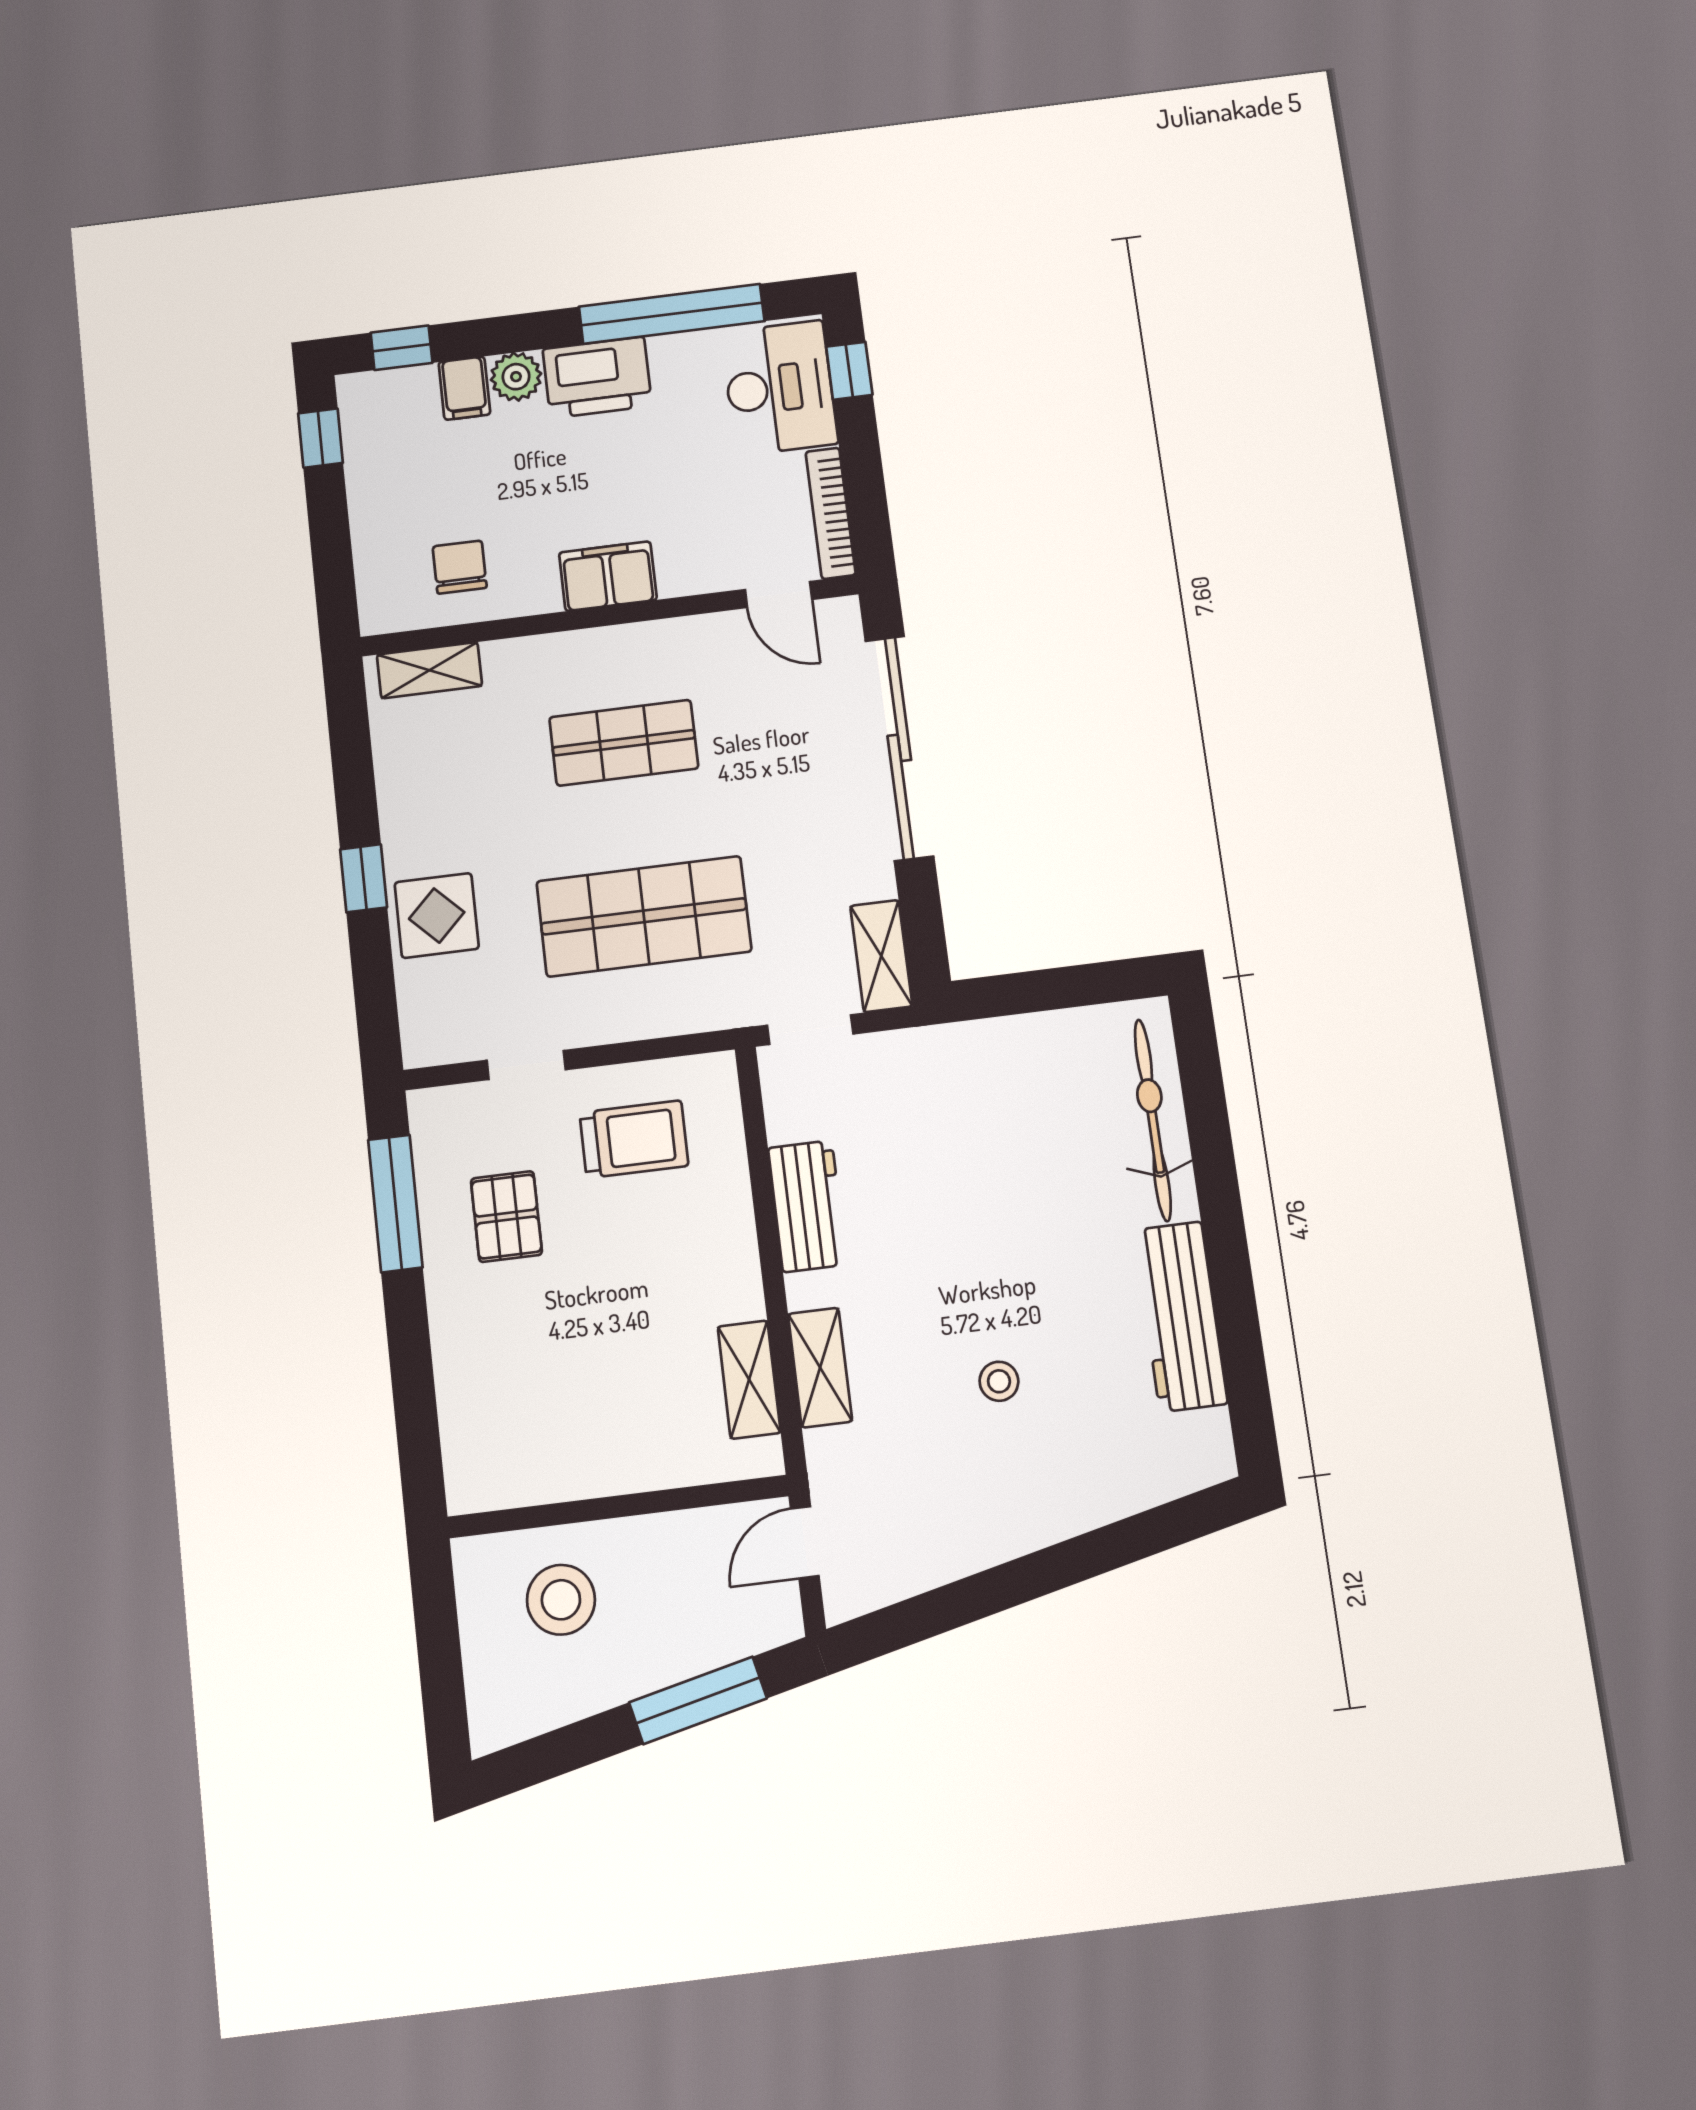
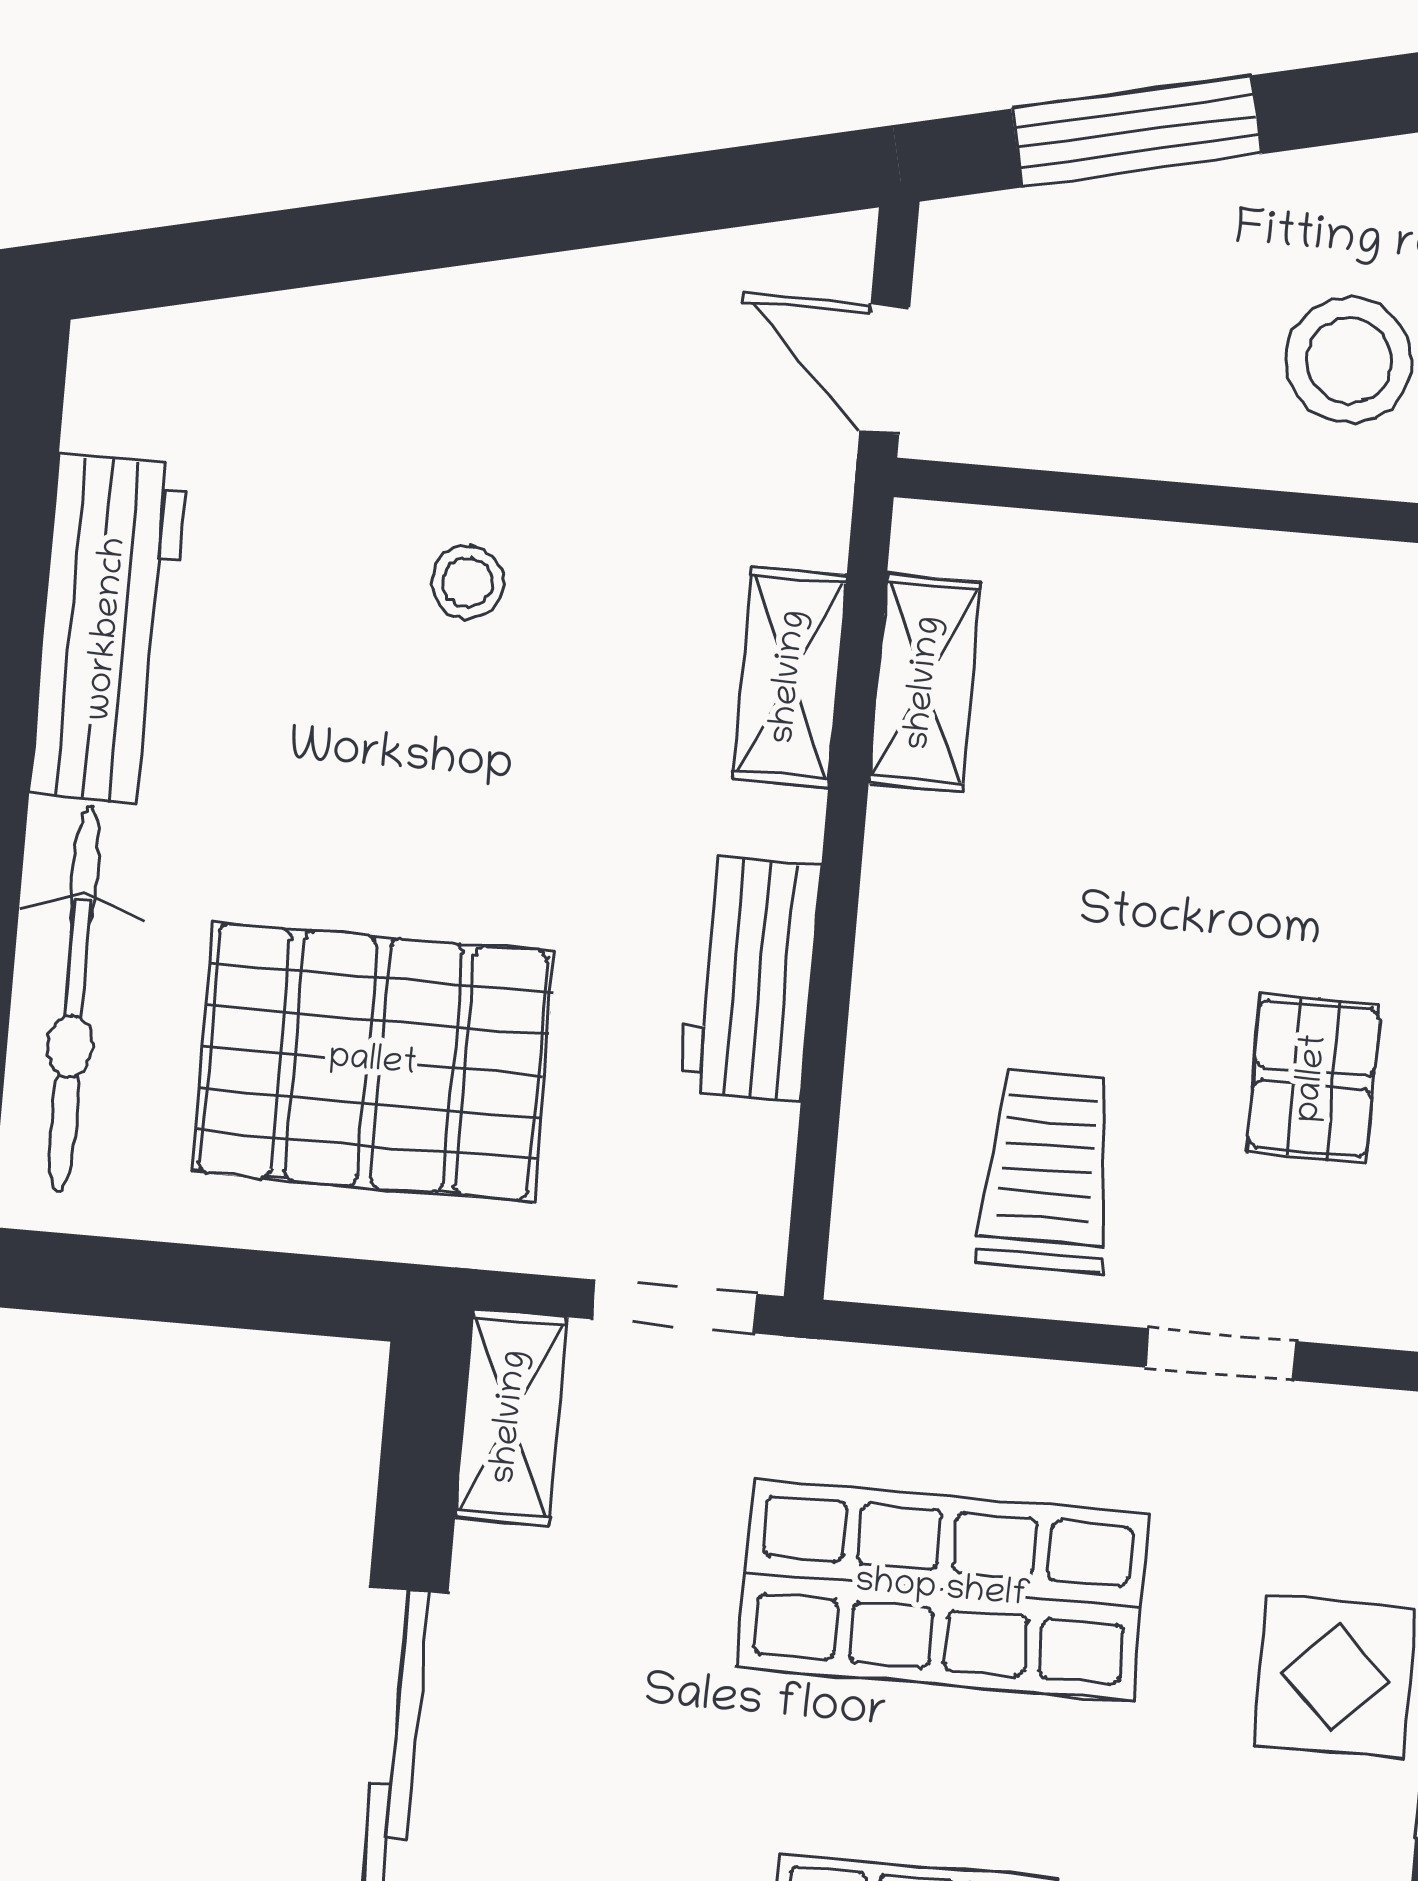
pallet: (992, 1121) -> (373, 1062), added
trolley: (634, 1139) -> (1047, 1171), turned 90
door: (805, 1542) -> (885, 369), swing flipped

